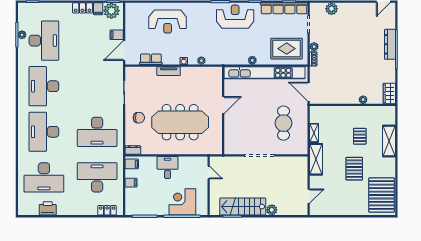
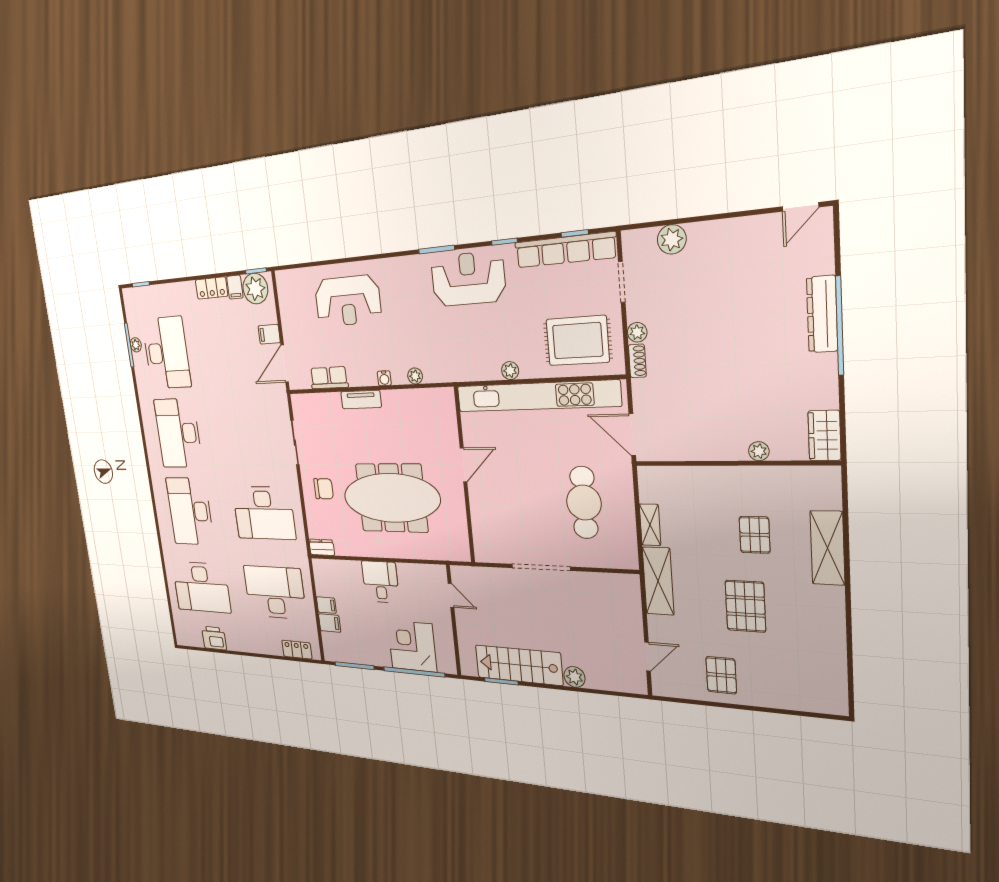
filing cabinet: (132, 164) -> (330, 623), moved
pallet: (382, 195) -> (721, 675), moved, width x0.49, depth x0.50

